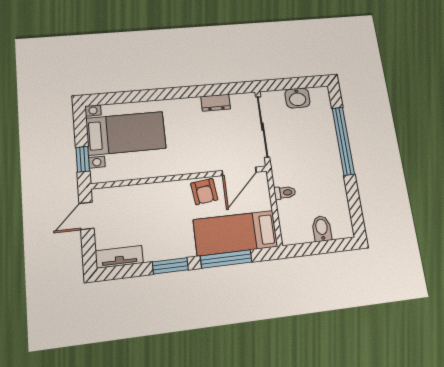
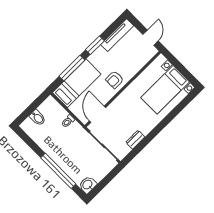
washbasin: (297, 98) -> (88, 185), moved
window: (83, 159) -> (174, 62), removed
armchair: (204, 192) -> (115, 80), moved, turned -83
tv unit: (119, 257) -> (117, 35), width x1.41

